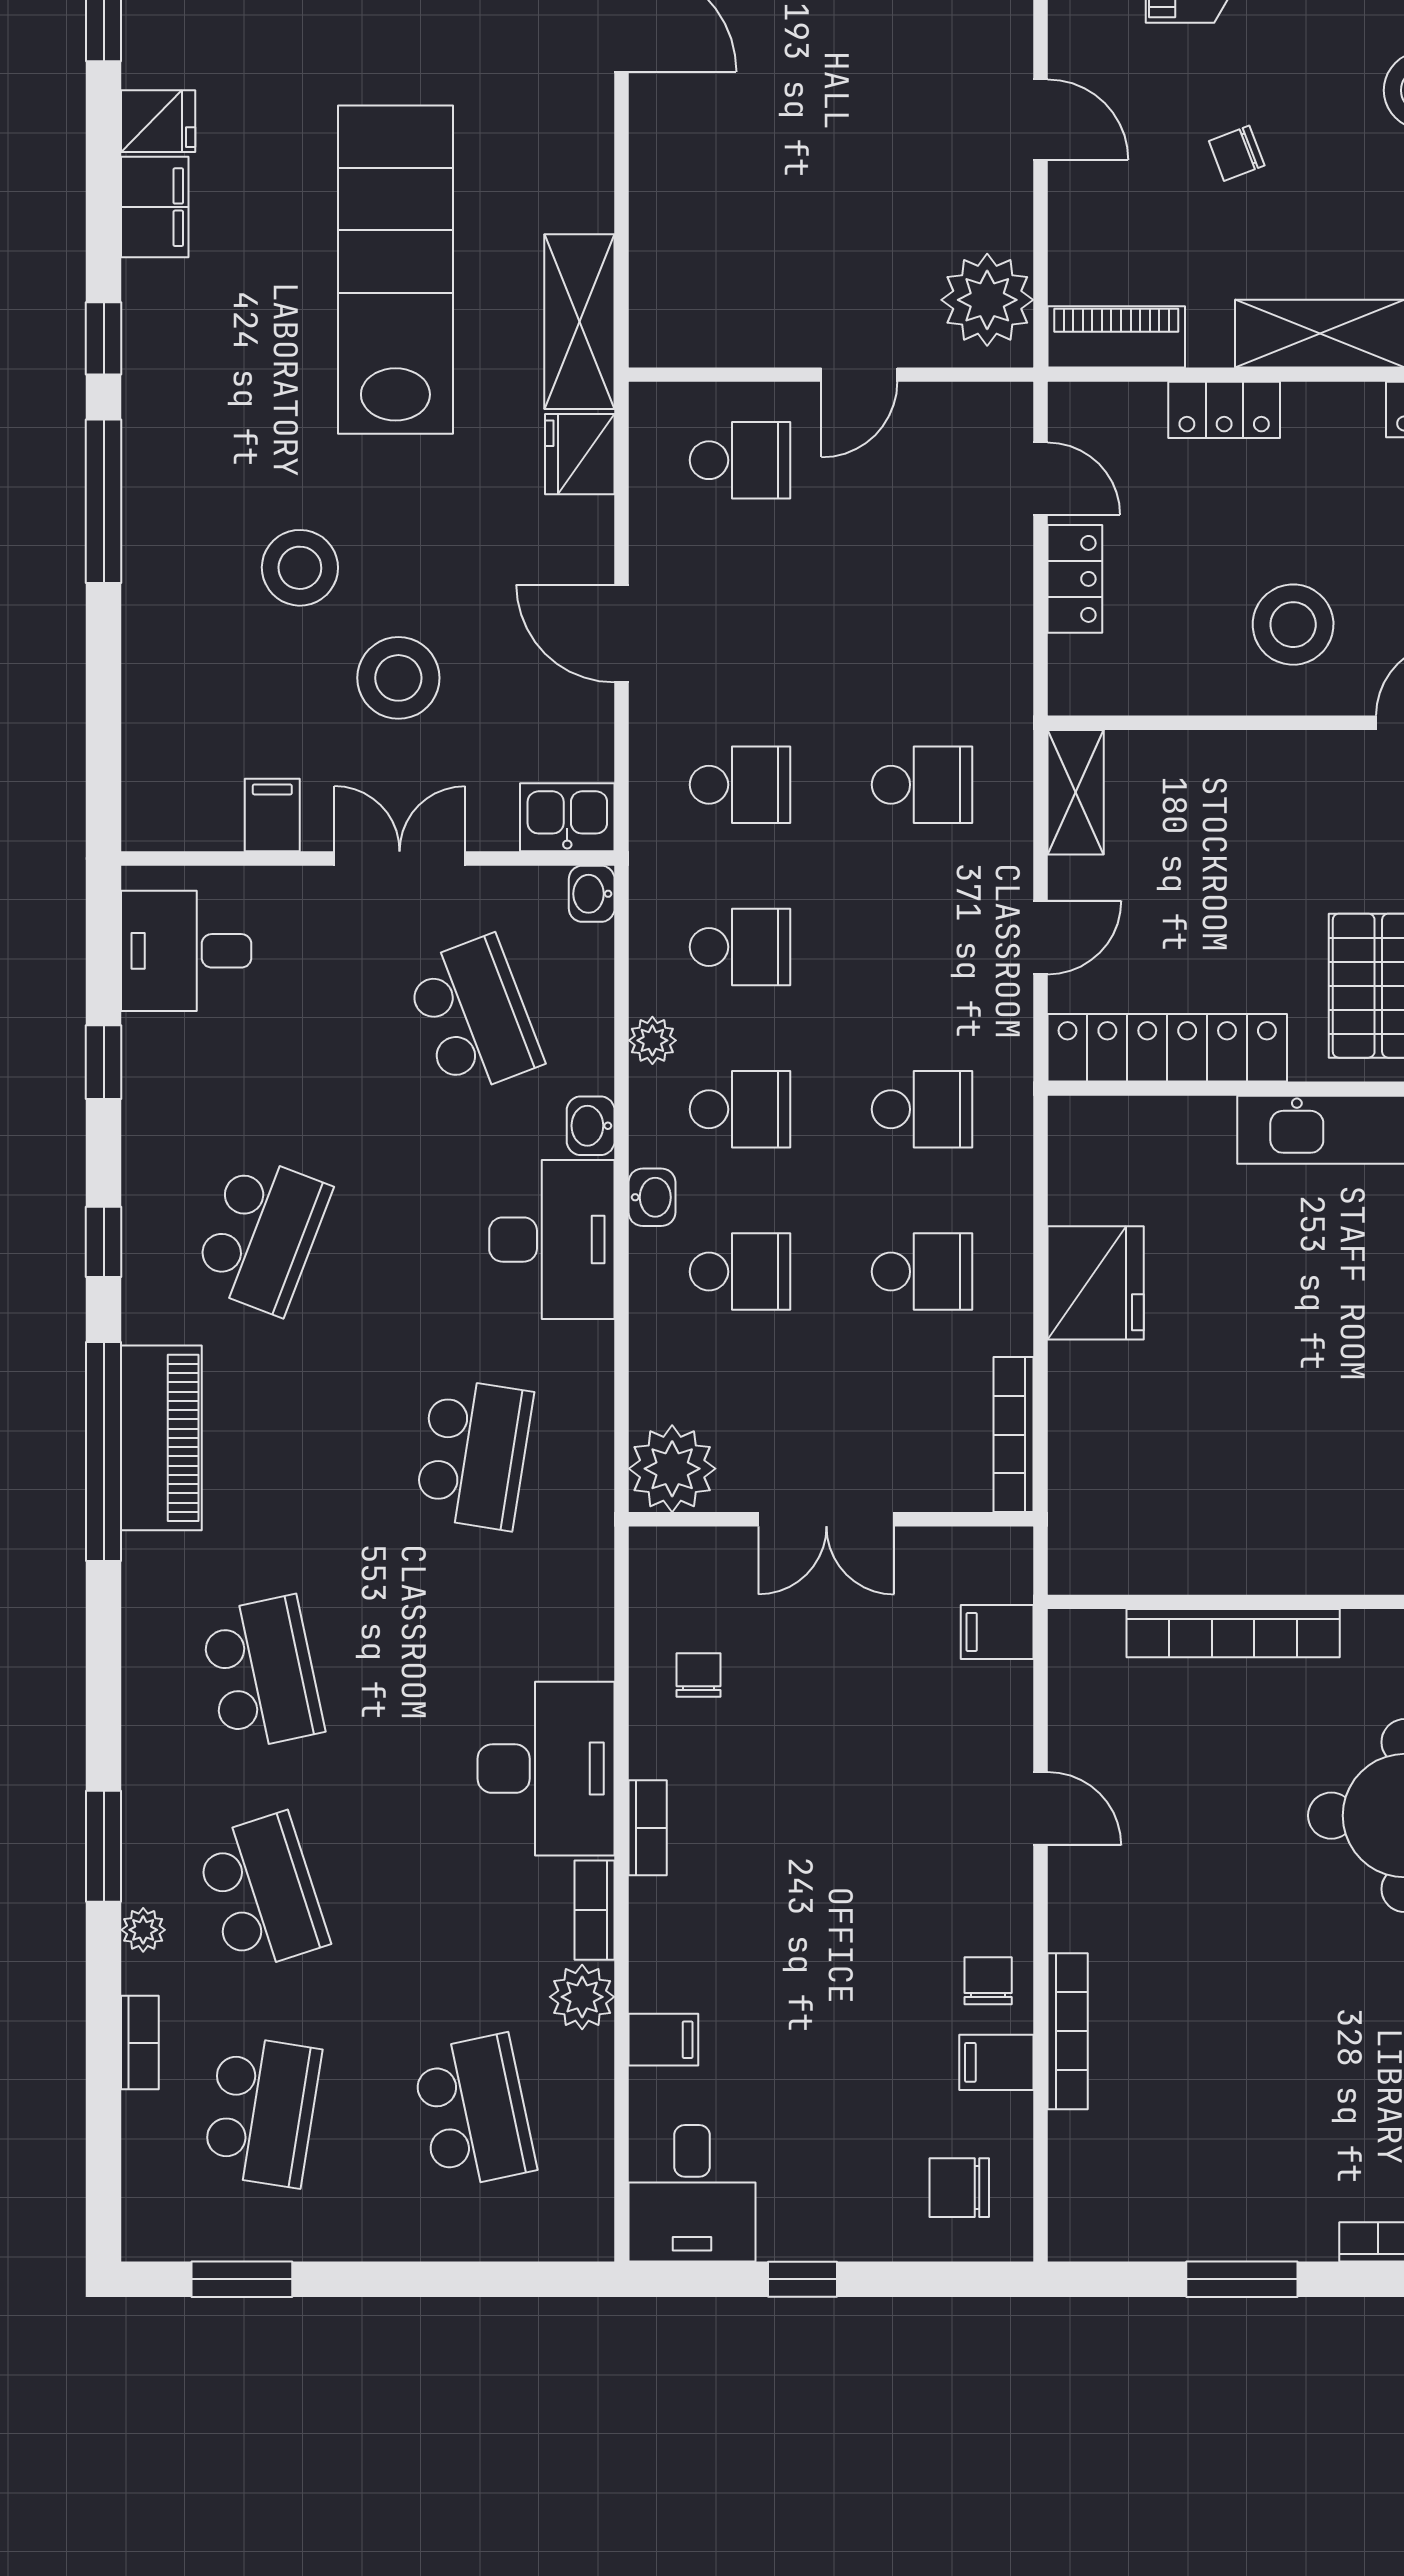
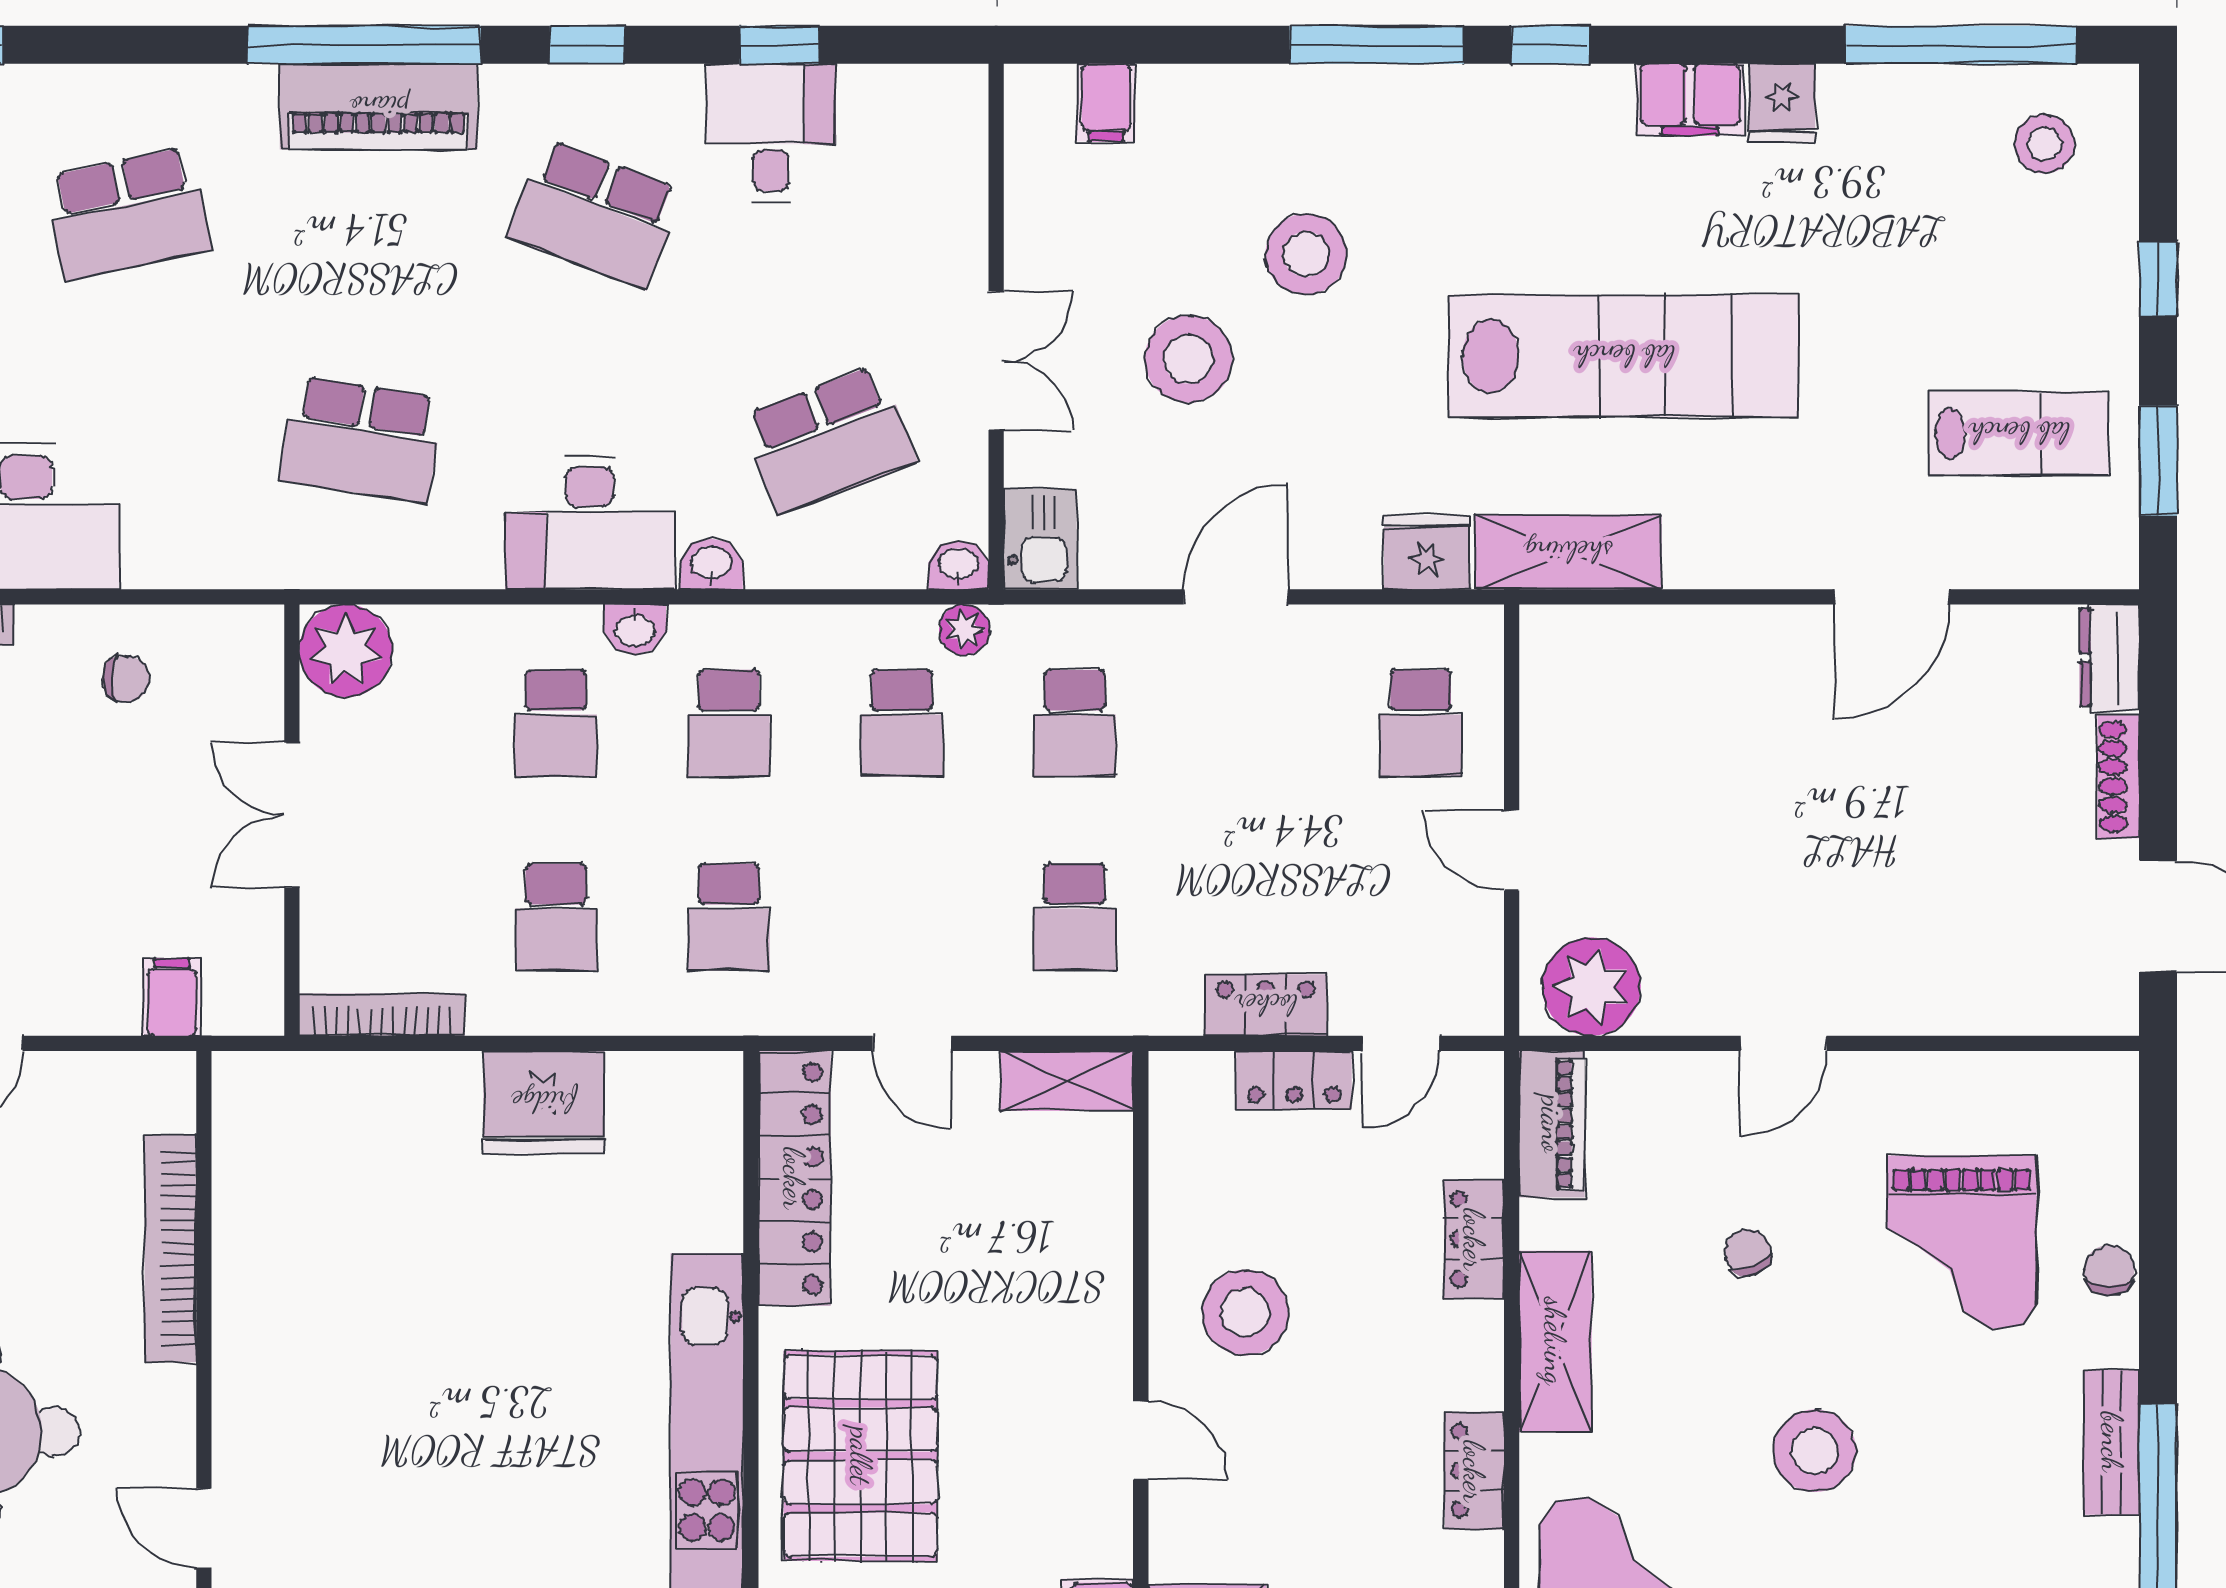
locker: (1005, 605) -> (1266, 1005), added
filing cabinet: (272, 815) -> (1106, 103), moved, turned 90
desk: (186, 951) -> (771, 133), moved
plant: (652, 1040) -> (964, 630), moved

